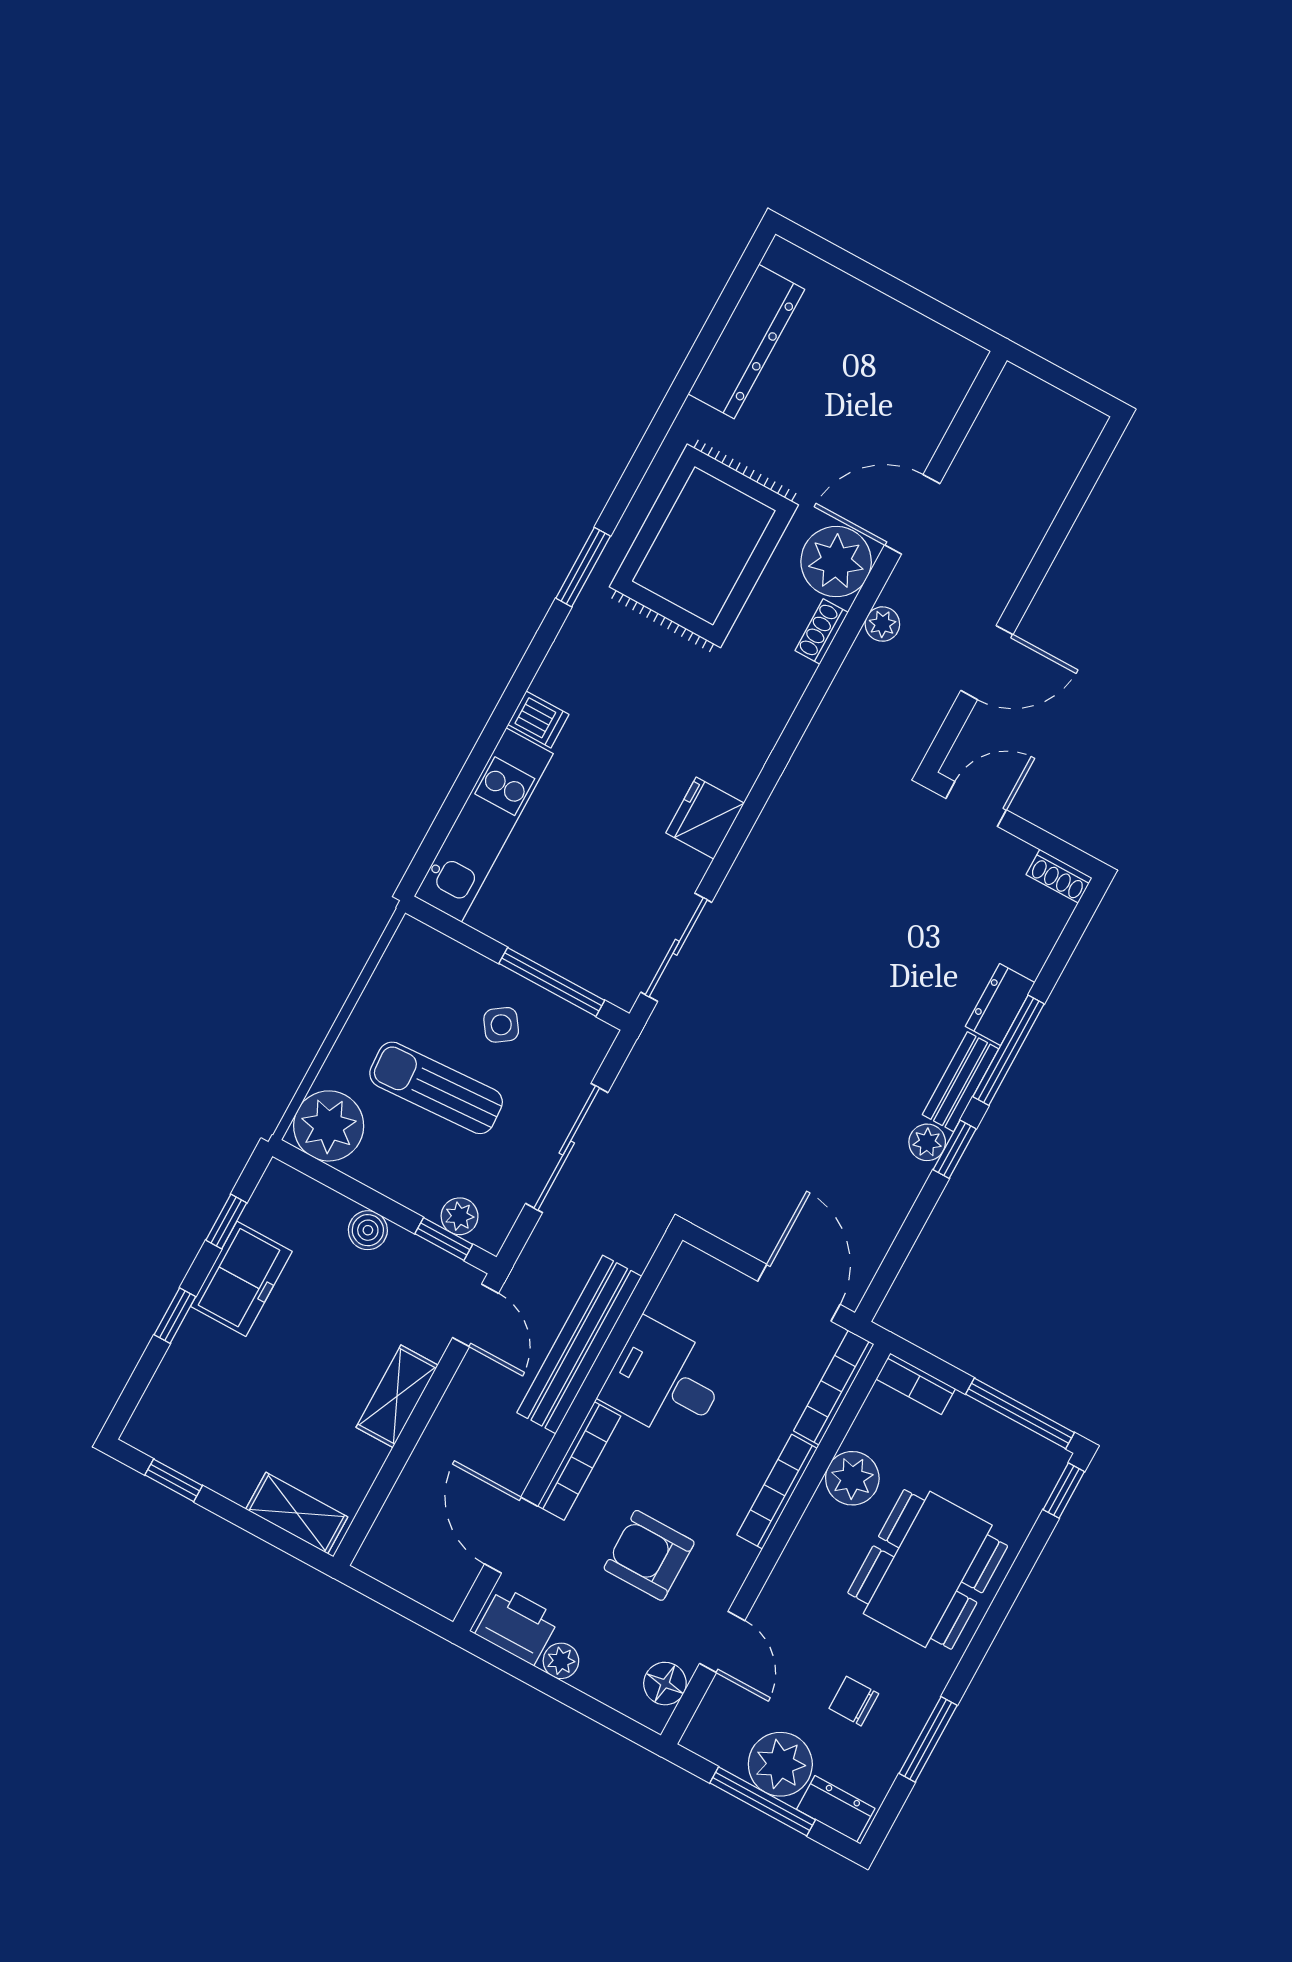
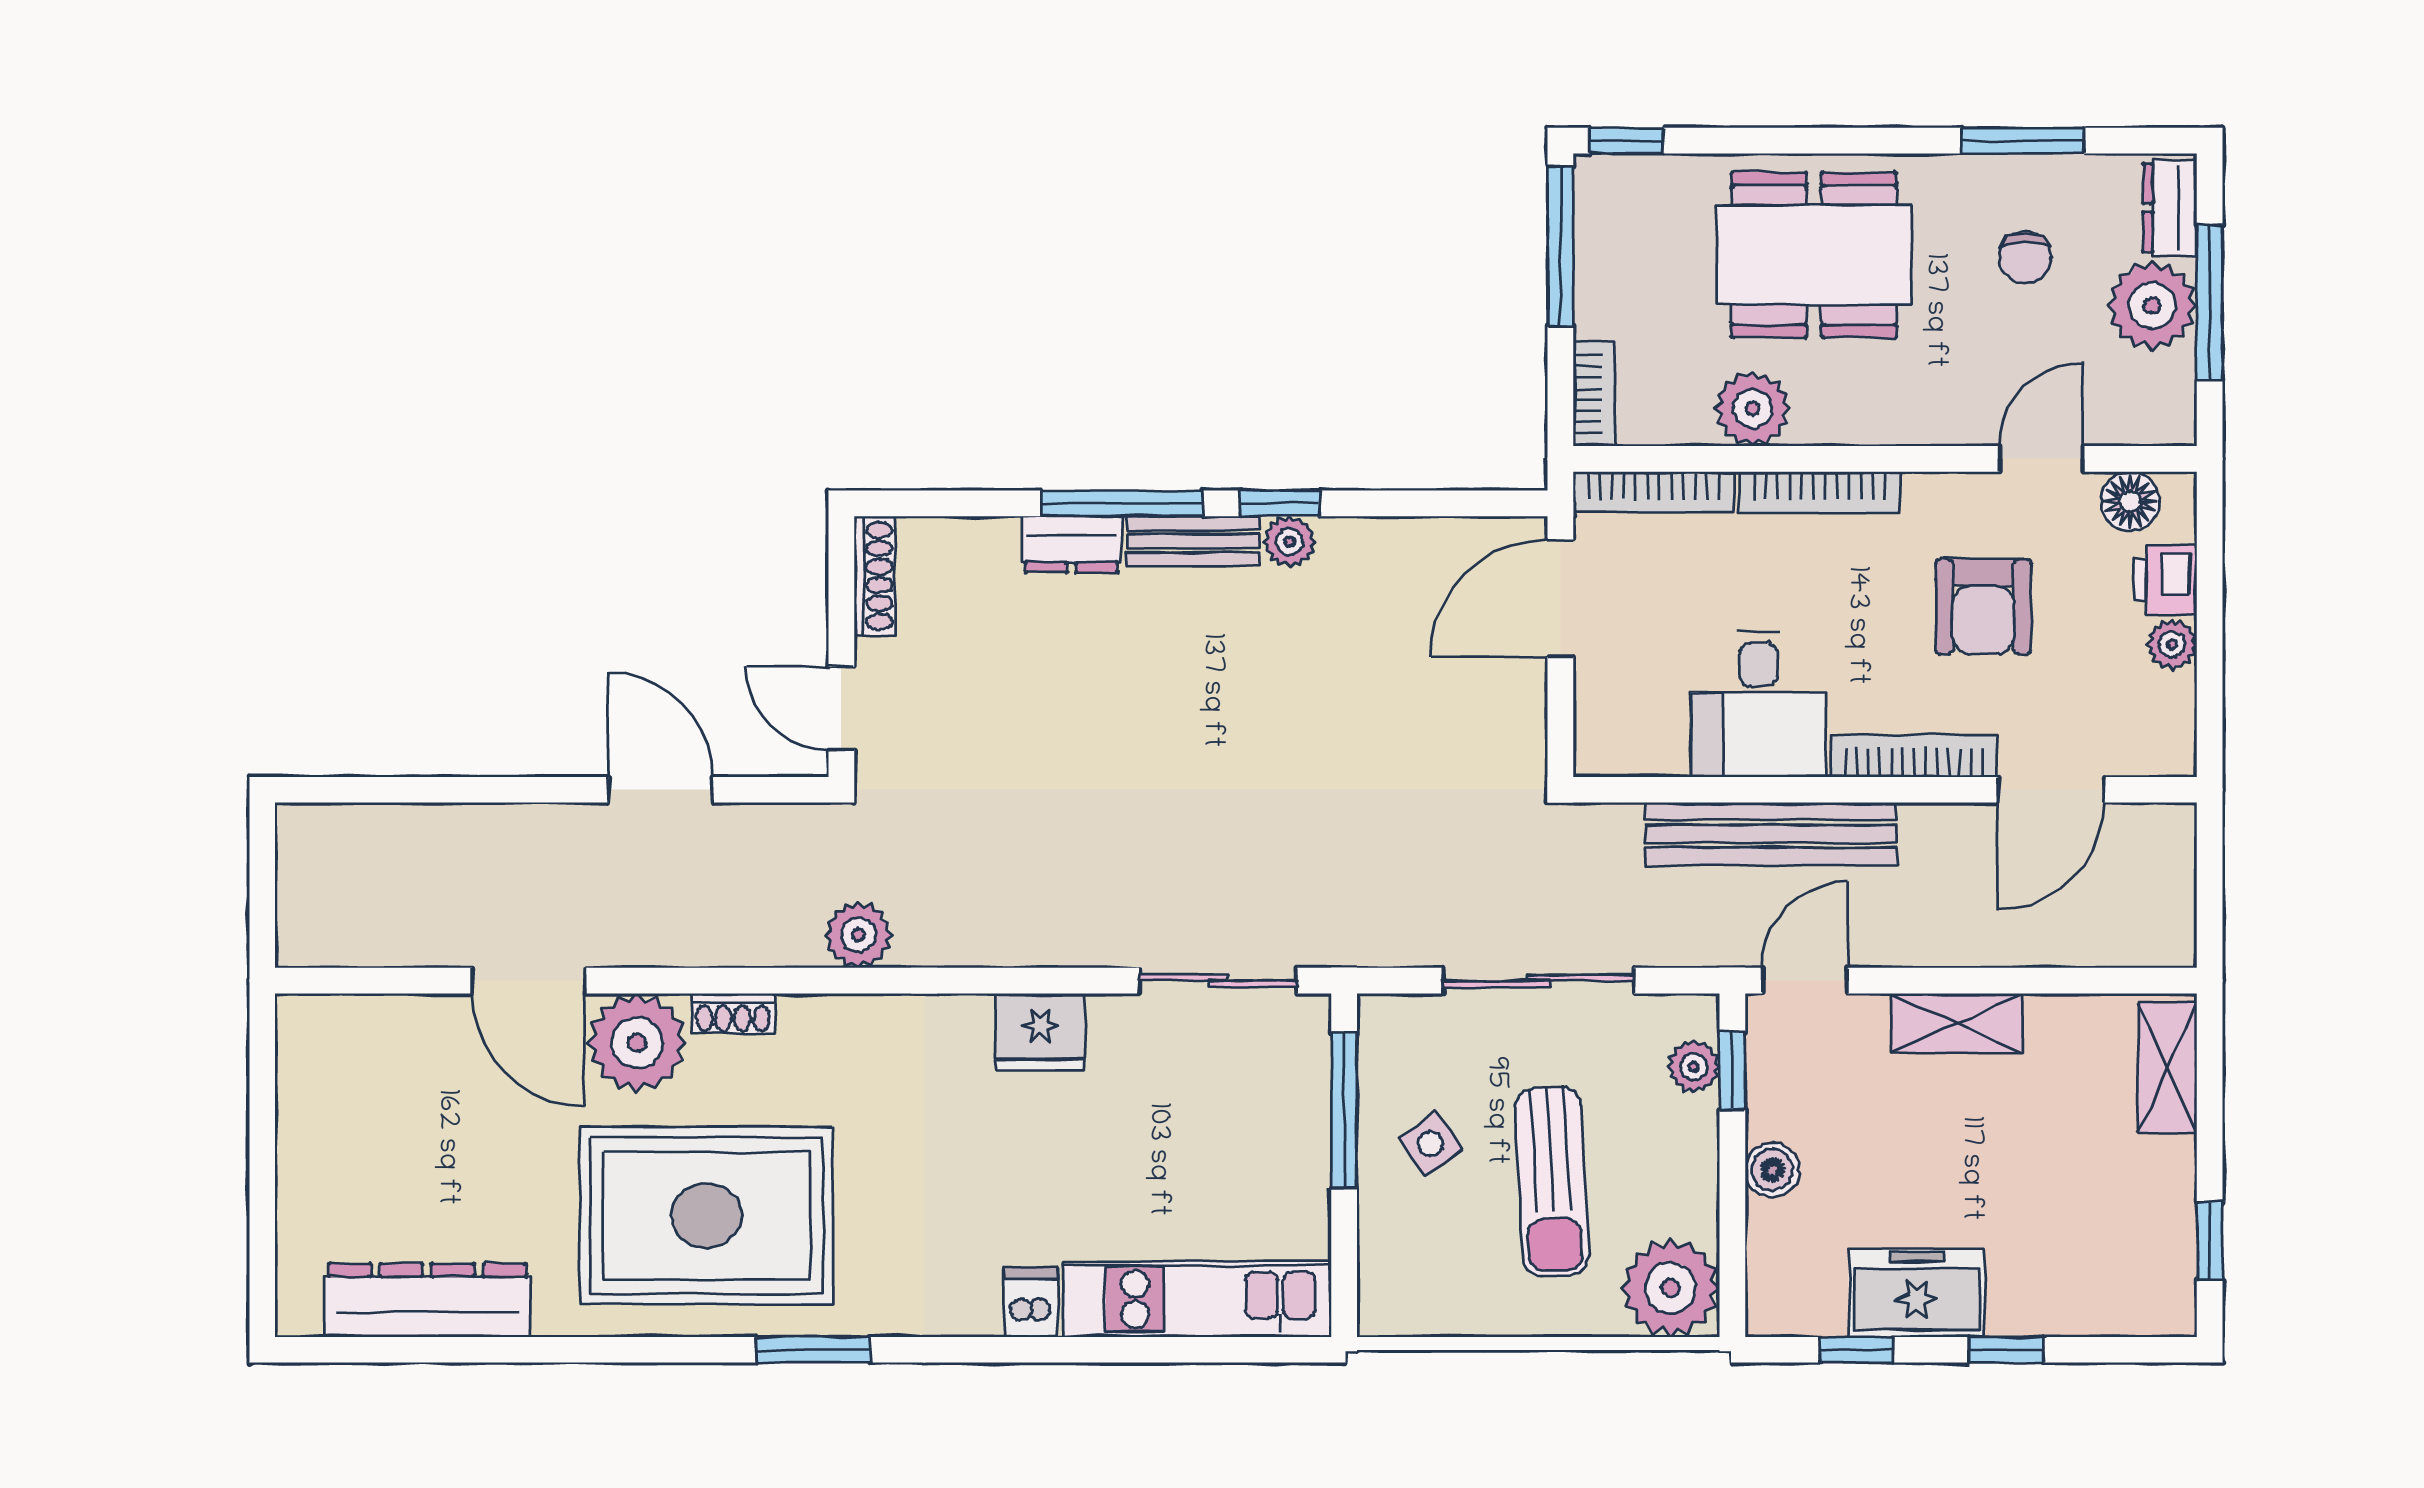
plant: (882, 624) -> (858, 935), moved, width x1.38, depth x1.38
shoe rack: (1059, 876) -> (874, 576), width x1.43
printer: (517, 1625) -> (2165, 580), moved, width x0.73, depth x0.81

